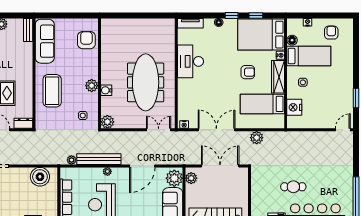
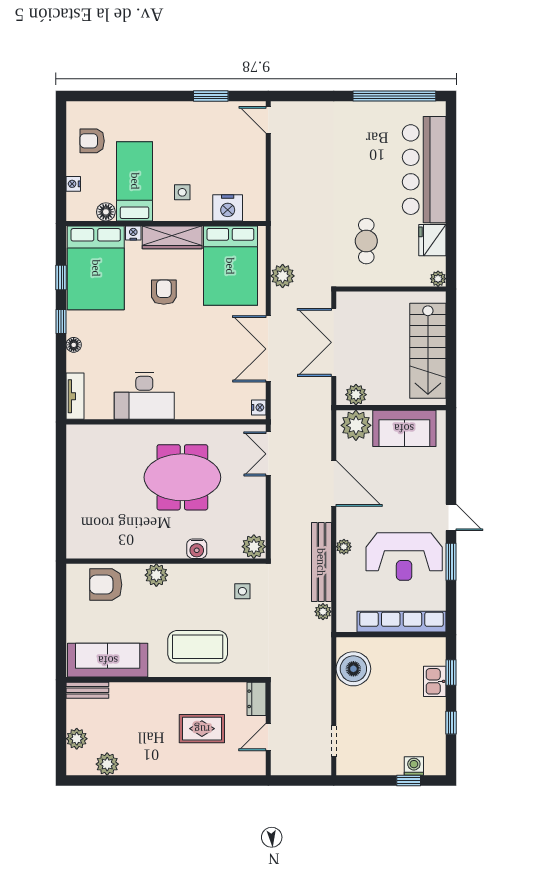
meeting table: (146, 82) -> (182, 477), width x0.73
plant: (92, 86) -> (156, 575), moved
bed: (262, 104) -> (230, 266), width x1.50
cafe table: (293, 187) -> (366, 241), moved

